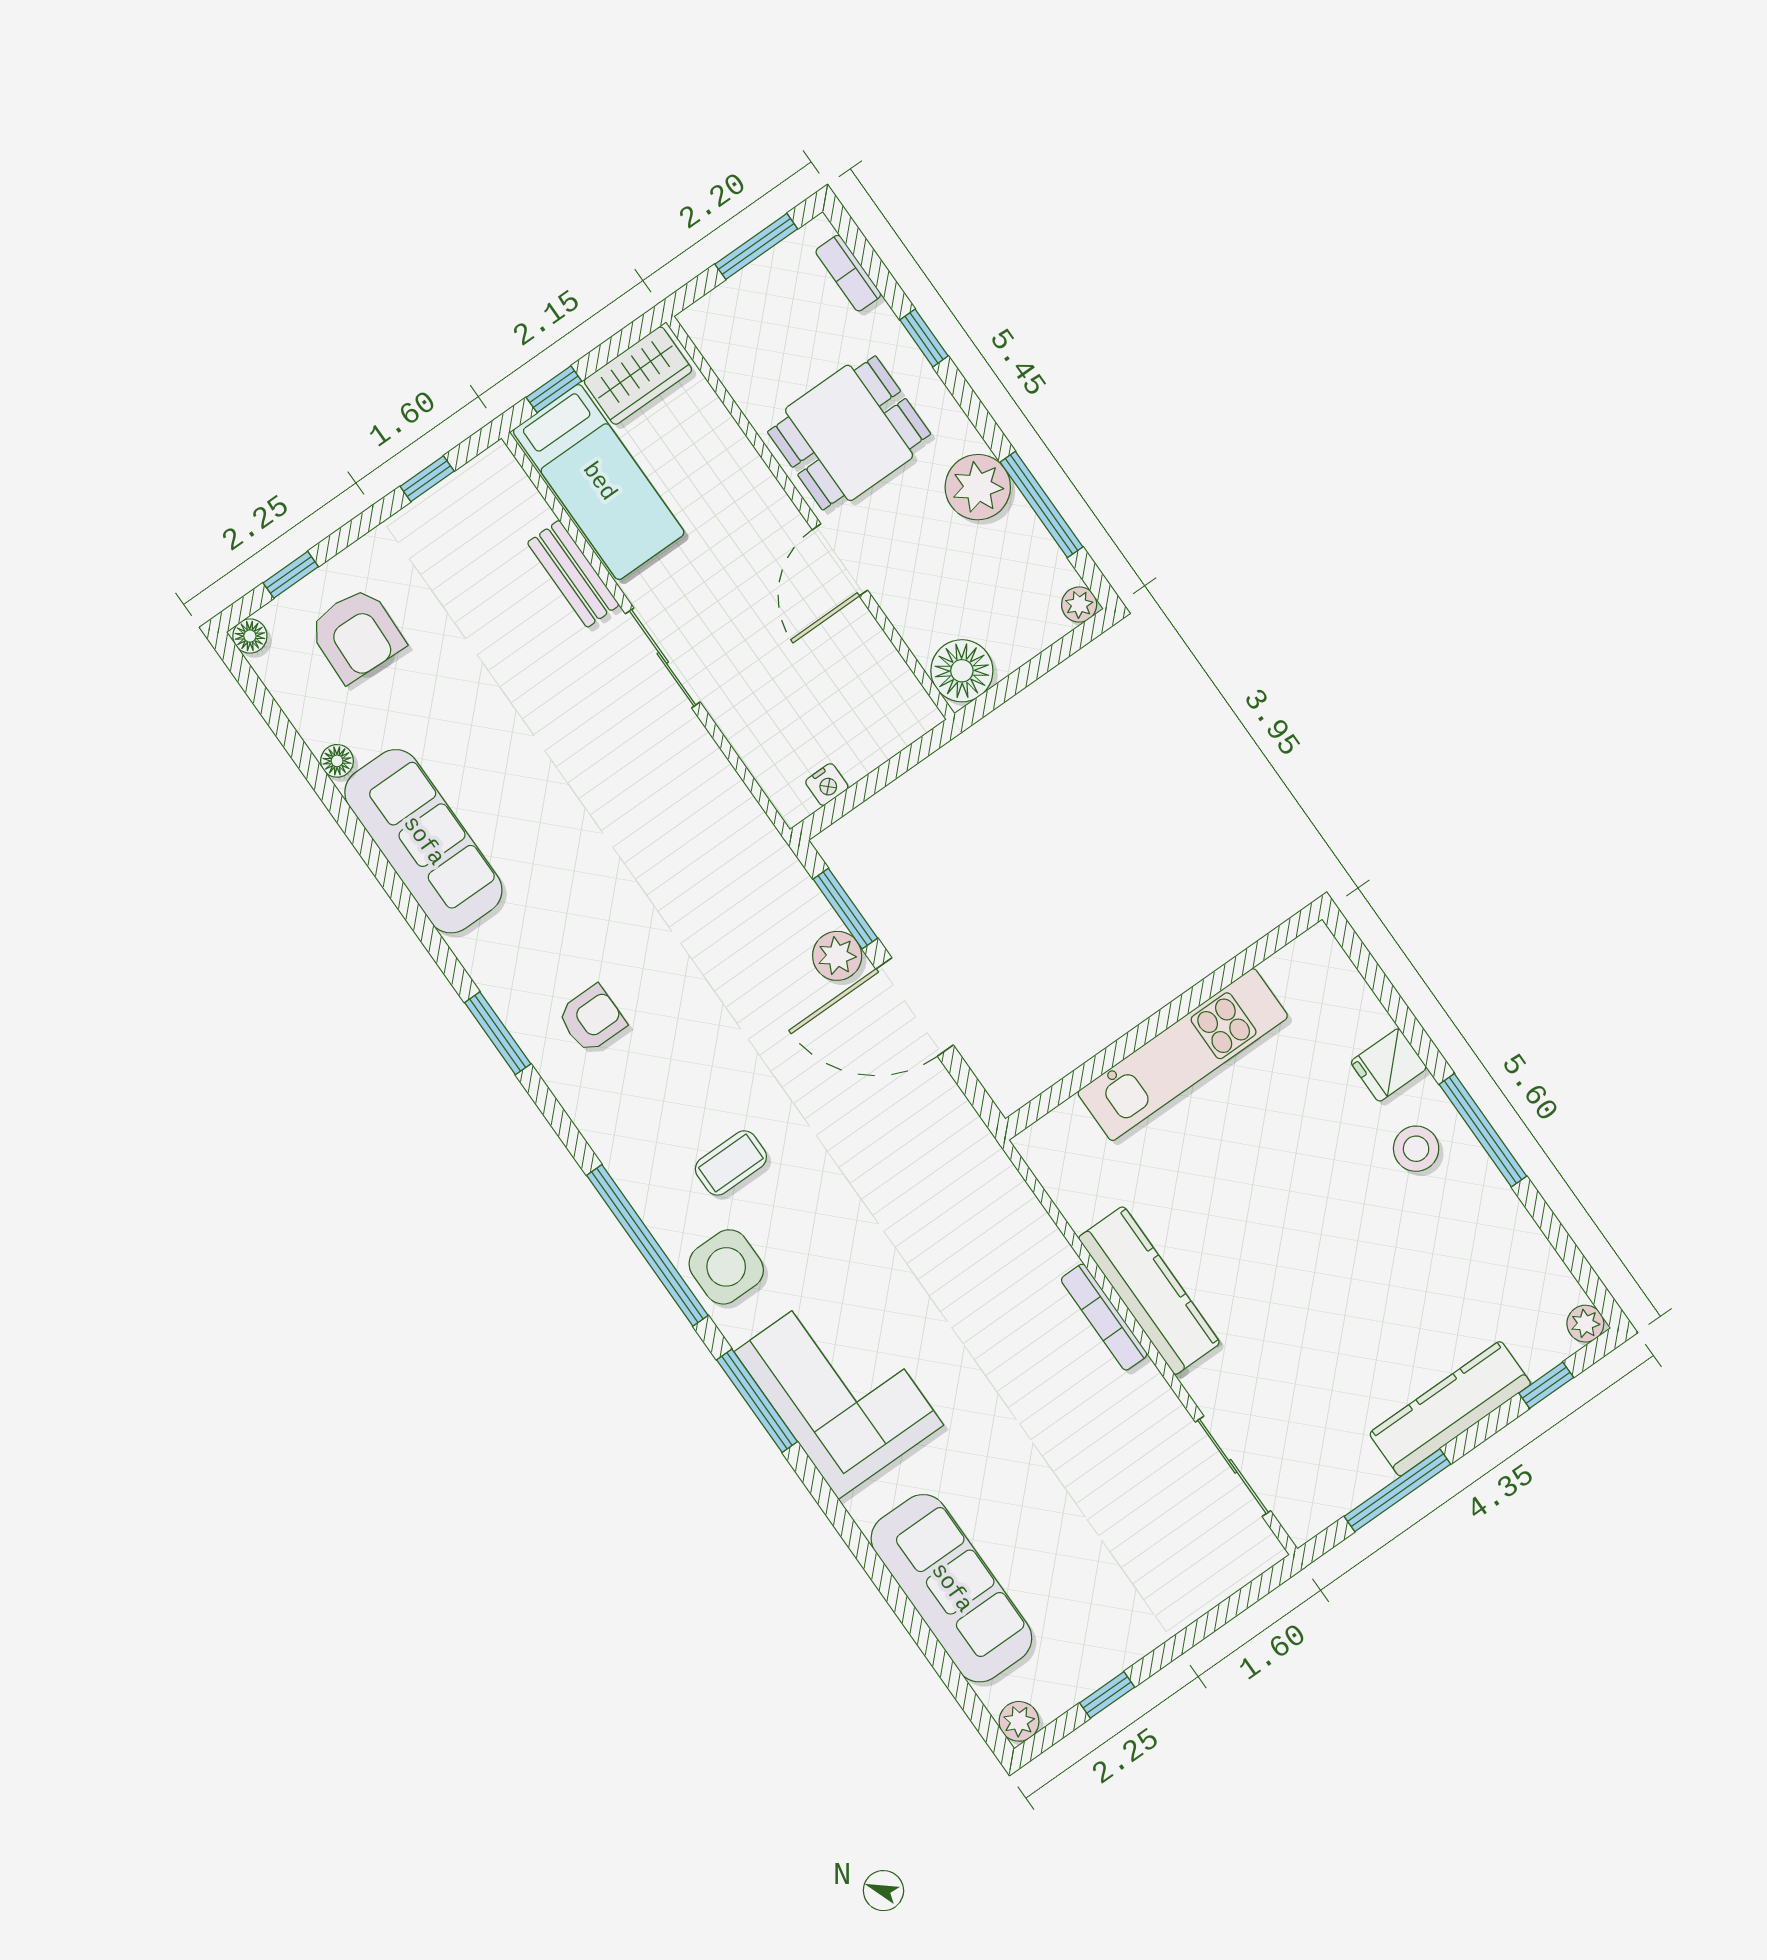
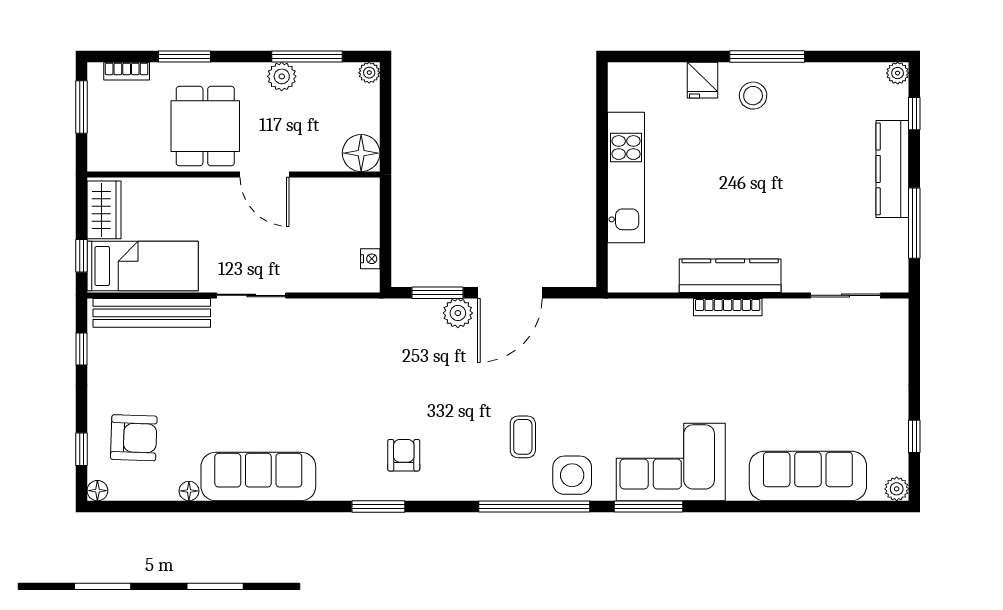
window: (924, 338) -> (185, 56), width x1.50
plant: (978, 487) -> (282, 76), width x0.73, depth x0.73
bench: (573, 574) -> (152, 313), width x1.86, depth x1.21

